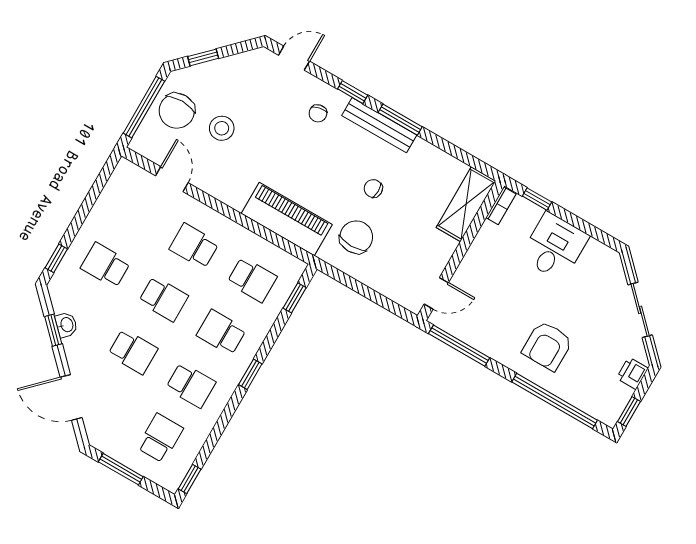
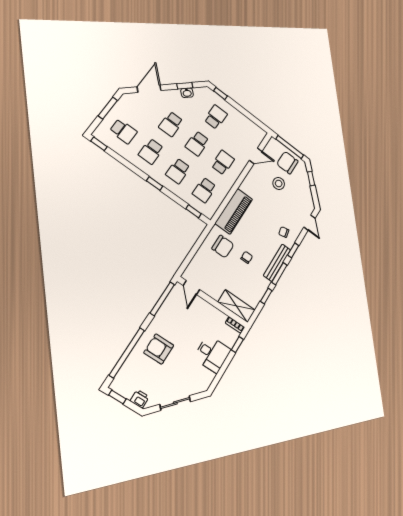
window: (444, 145) -> (266, 296), added
school desk: (221, 332) -> (178, 171), turned 180

